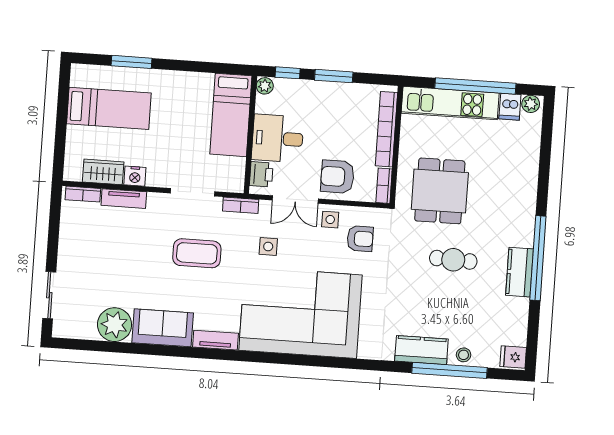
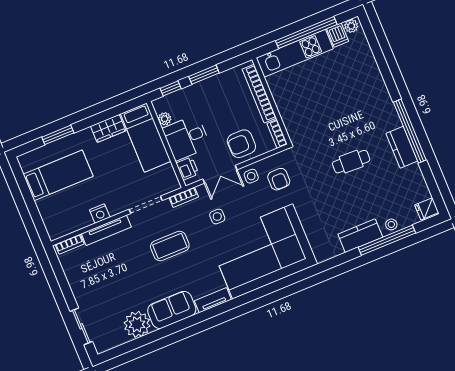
plant: (265, 86) -> (165, 119), moved
wardrobe: (103, 172) -> (108, 128), moved, turned 180
dining table: (440, 191) -> (318, 118), removed
tv unit: (124, 199) -> (106, 230), width x1.41
armchair: (360, 239) -> (279, 179), turned 90

